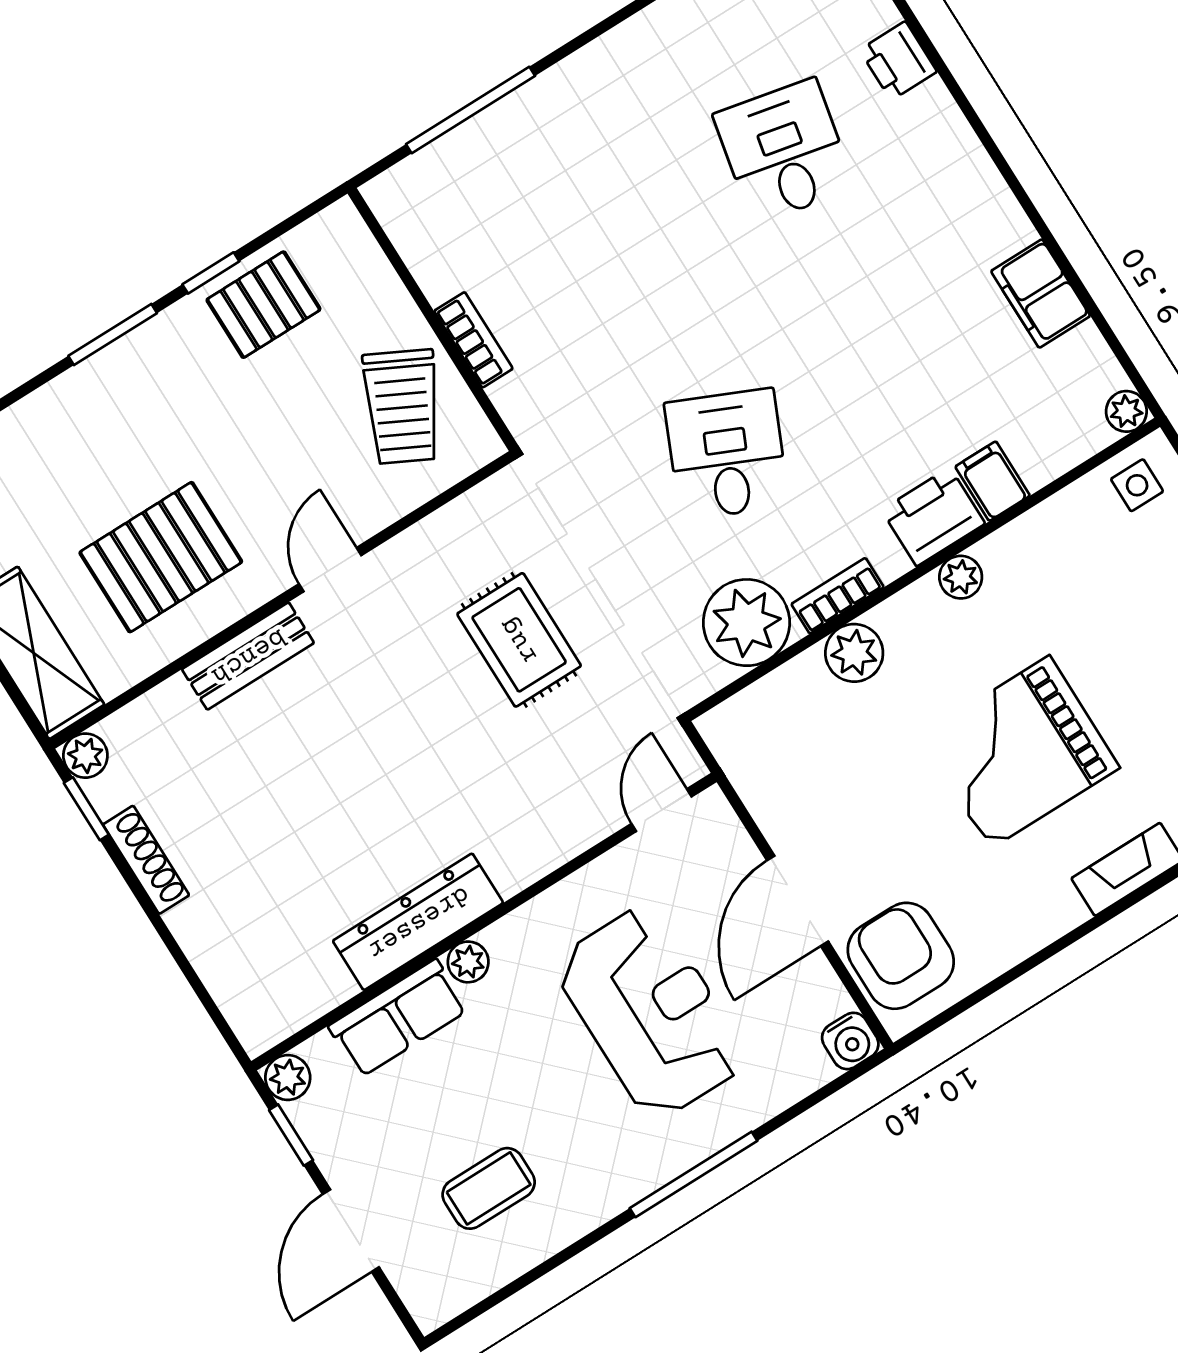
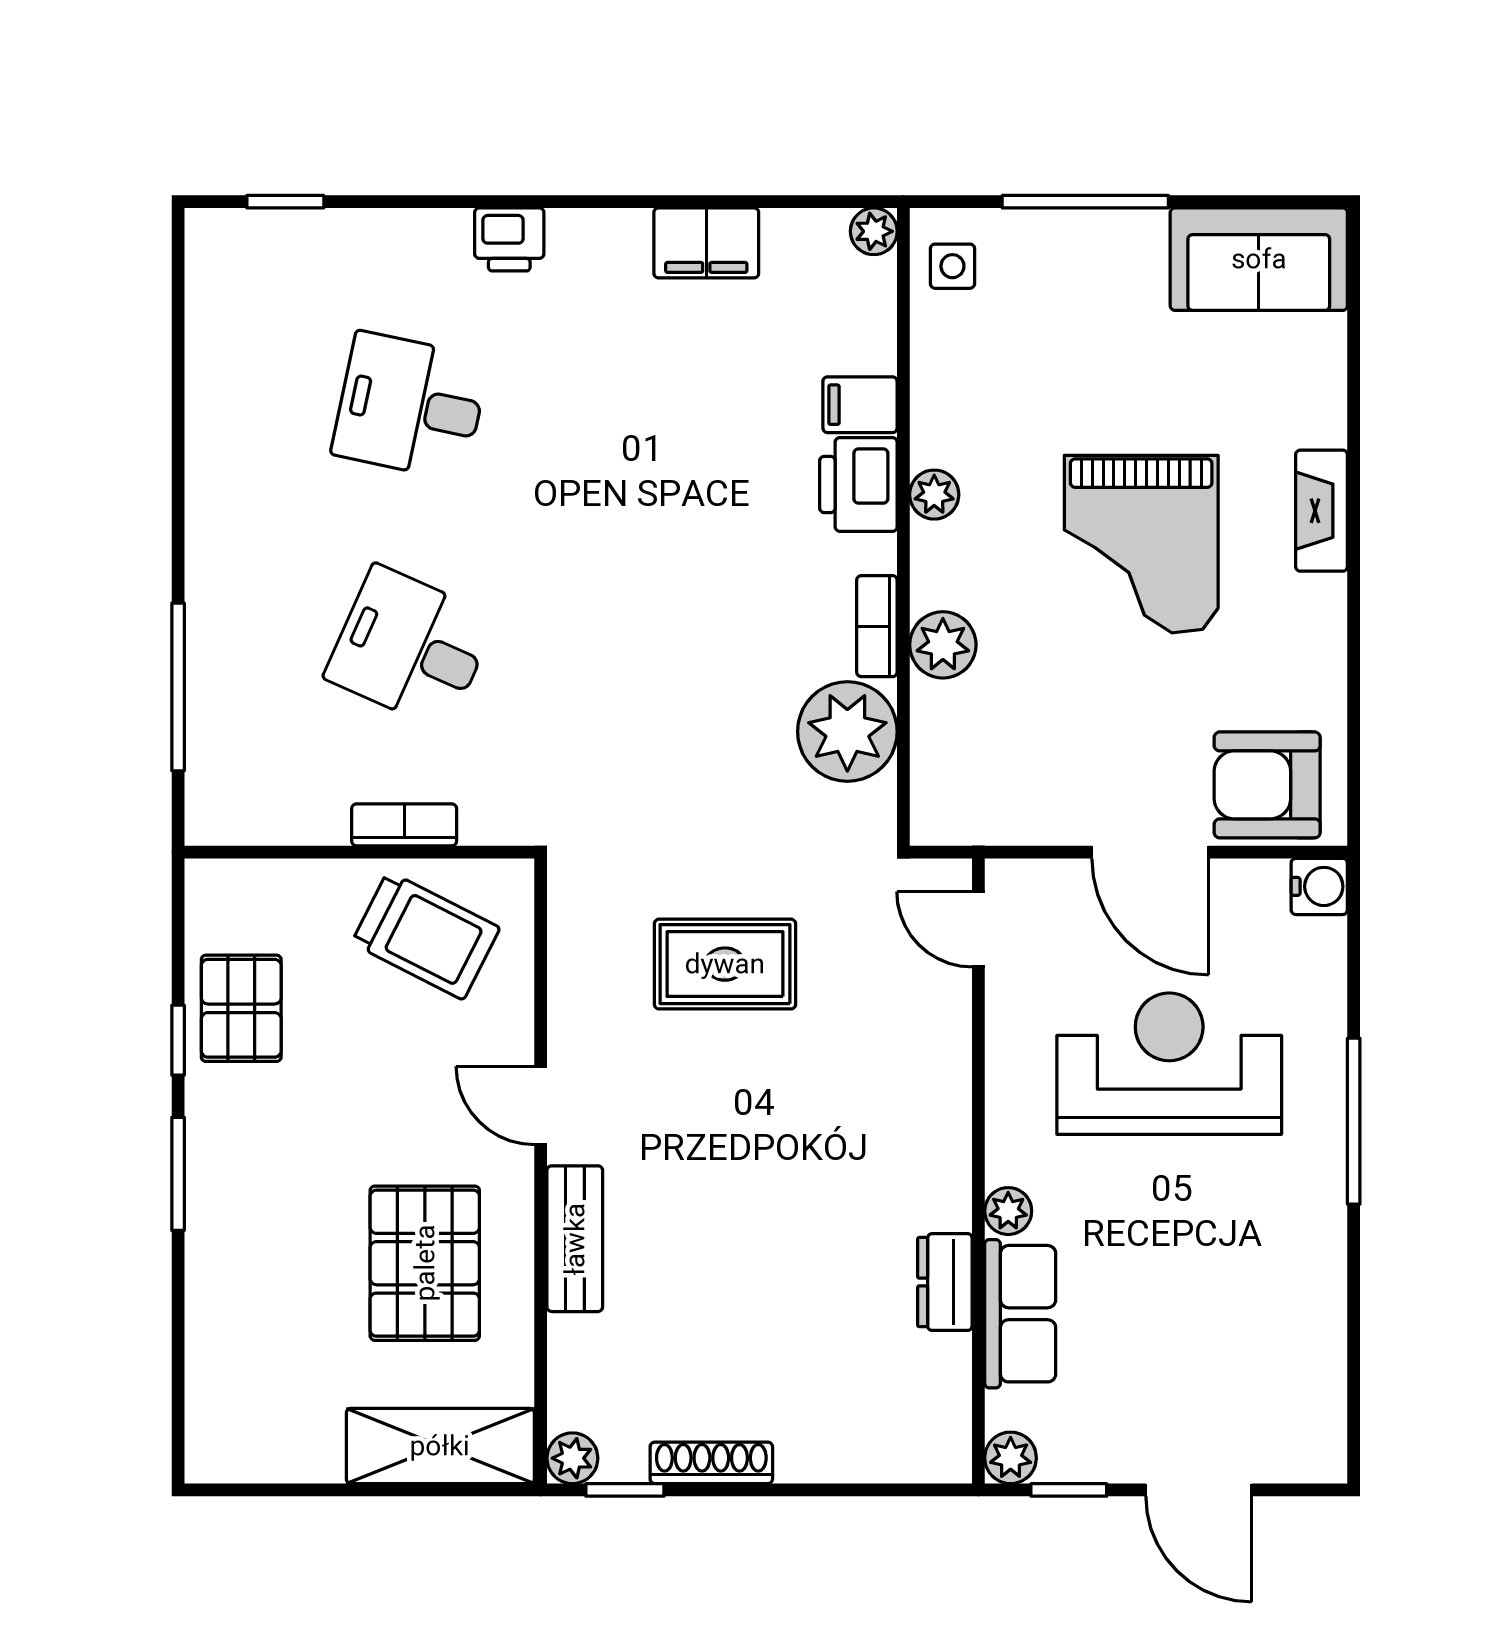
printer: (898, 61) -> (509, 239), moved
desk: (727, 454) -> (410, 648), moved
dresser: (418, 922) -> (945, 1282), width x0.51, depth x0.80
coffee table: (489, 1188) -> (1242, 1330), removed

